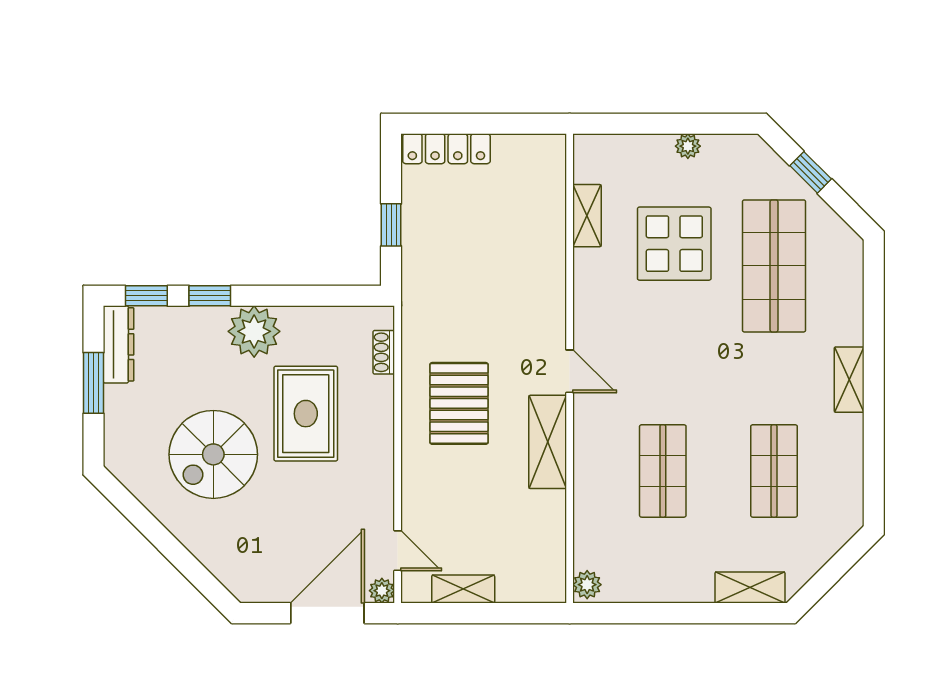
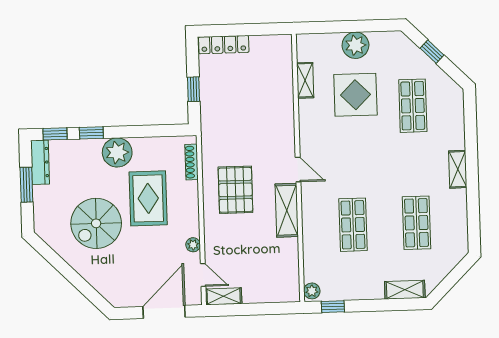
plant: (688, 146) -> (355, 45), width x1.88, depth x1.88
shop shelf: (774, 266) -> (413, 106), width x0.70, depth x0.74
shoe rack: (384, 352) -> (192, 162), width x1.43
shelving: (463, 589) -> (224, 296), moved
plant: (382, 591) -> (193, 245), moved
window: (623, 613) -> (333, 307), added

